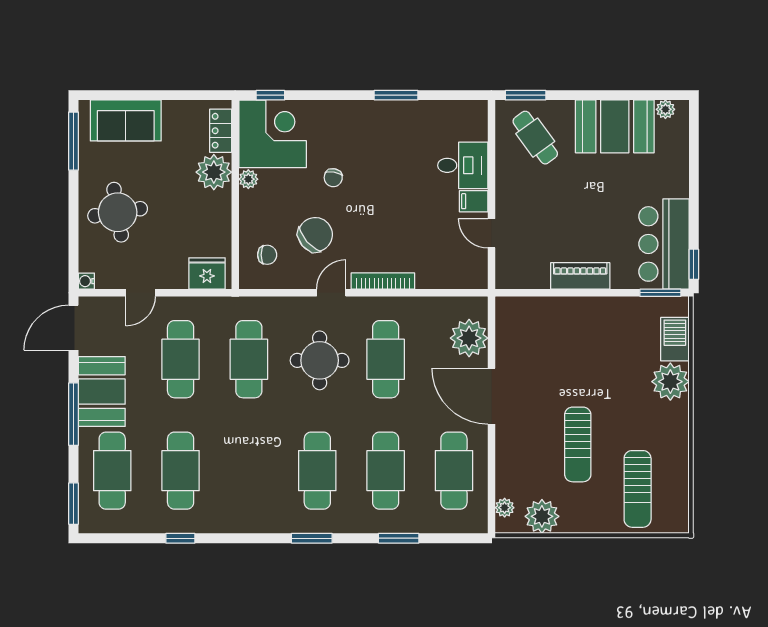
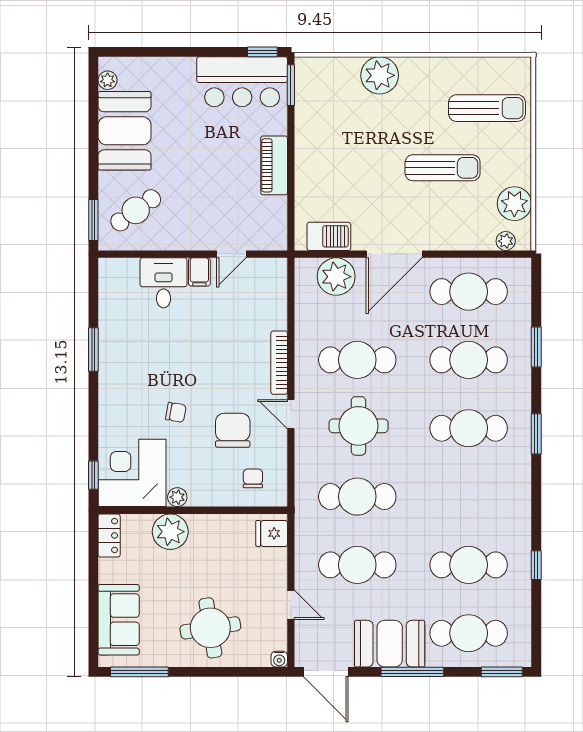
locker: (221, 131) -> (109, 536), moved, turned -90
chair: (315, 235) -> (233, 430), turned 41
fridge: (207, 273) -> (272, 533), width x0.72
barbecue: (675, 339) -> (329, 236), moved, turned 180

